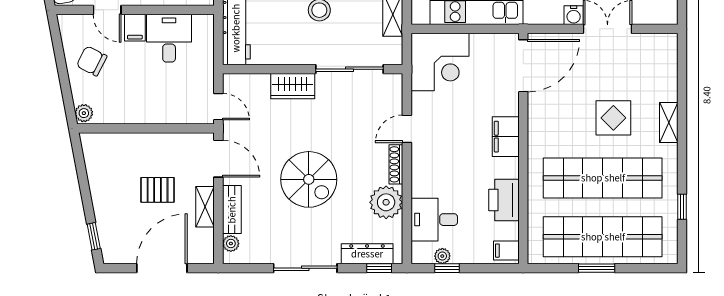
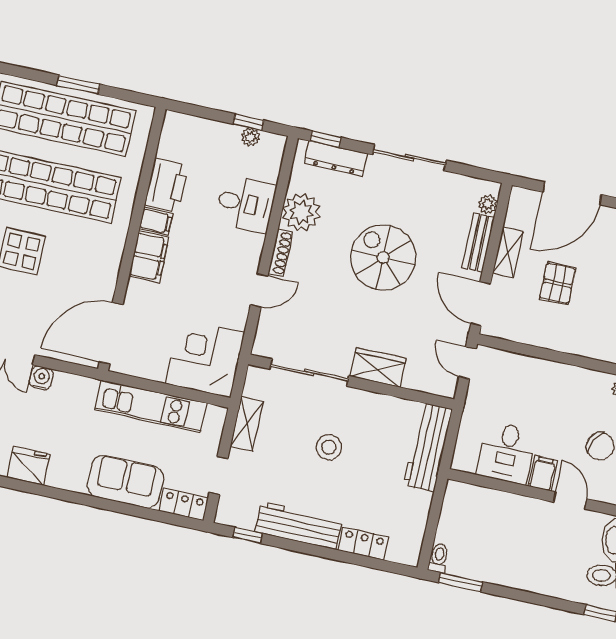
pallet: (158, 190) -> (558, 283), turned 90
desk: (434, 220) -> (246, 204), moved
filing cabinet: (506, 251) -> (156, 221), moved

